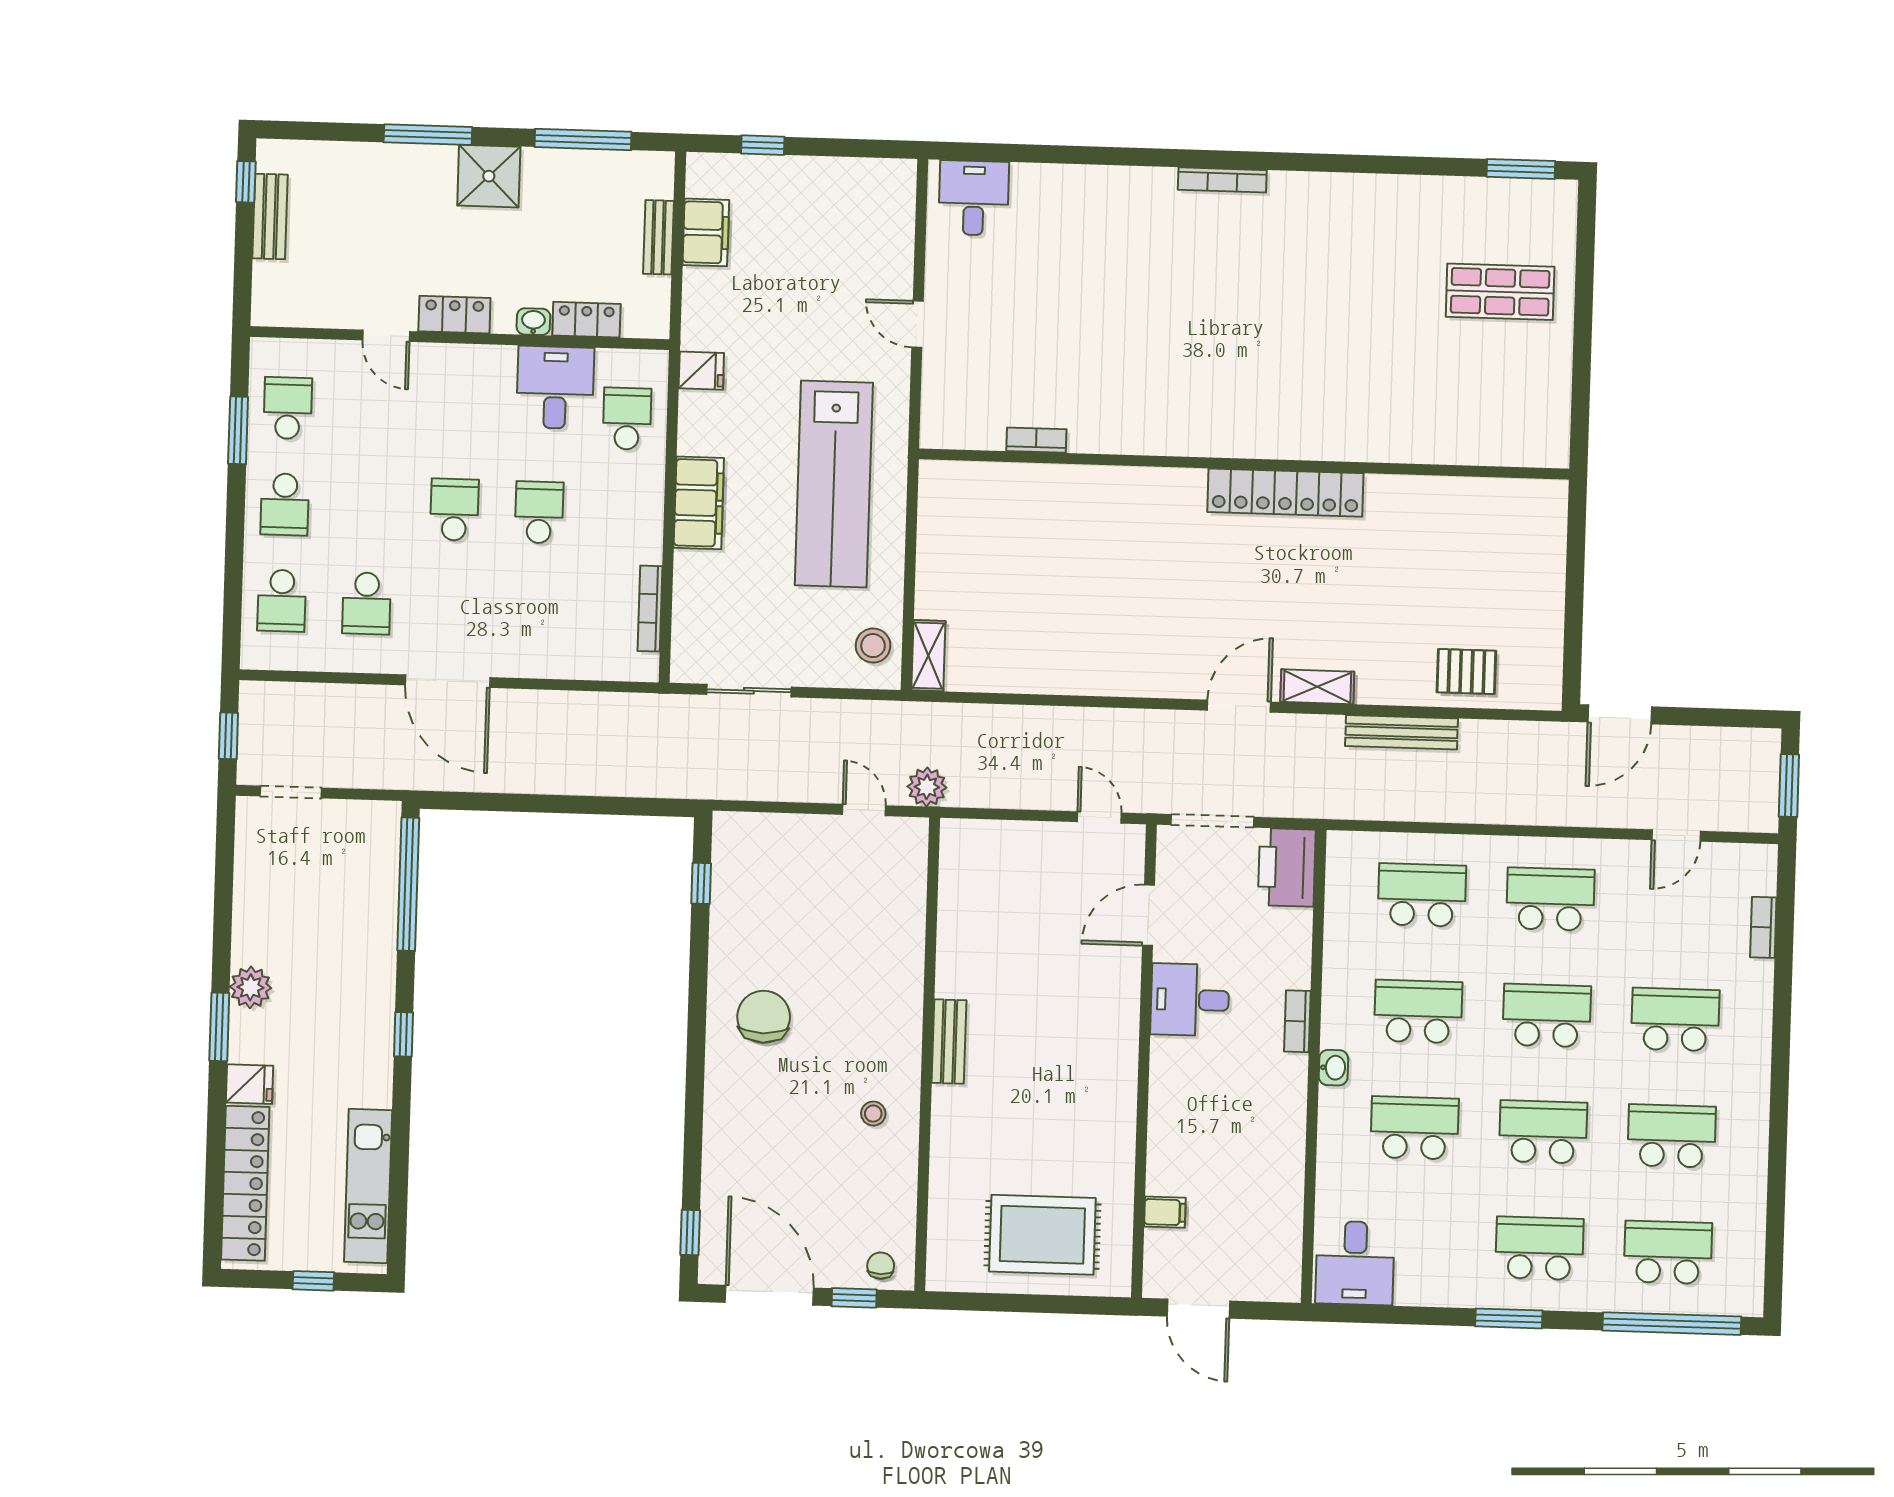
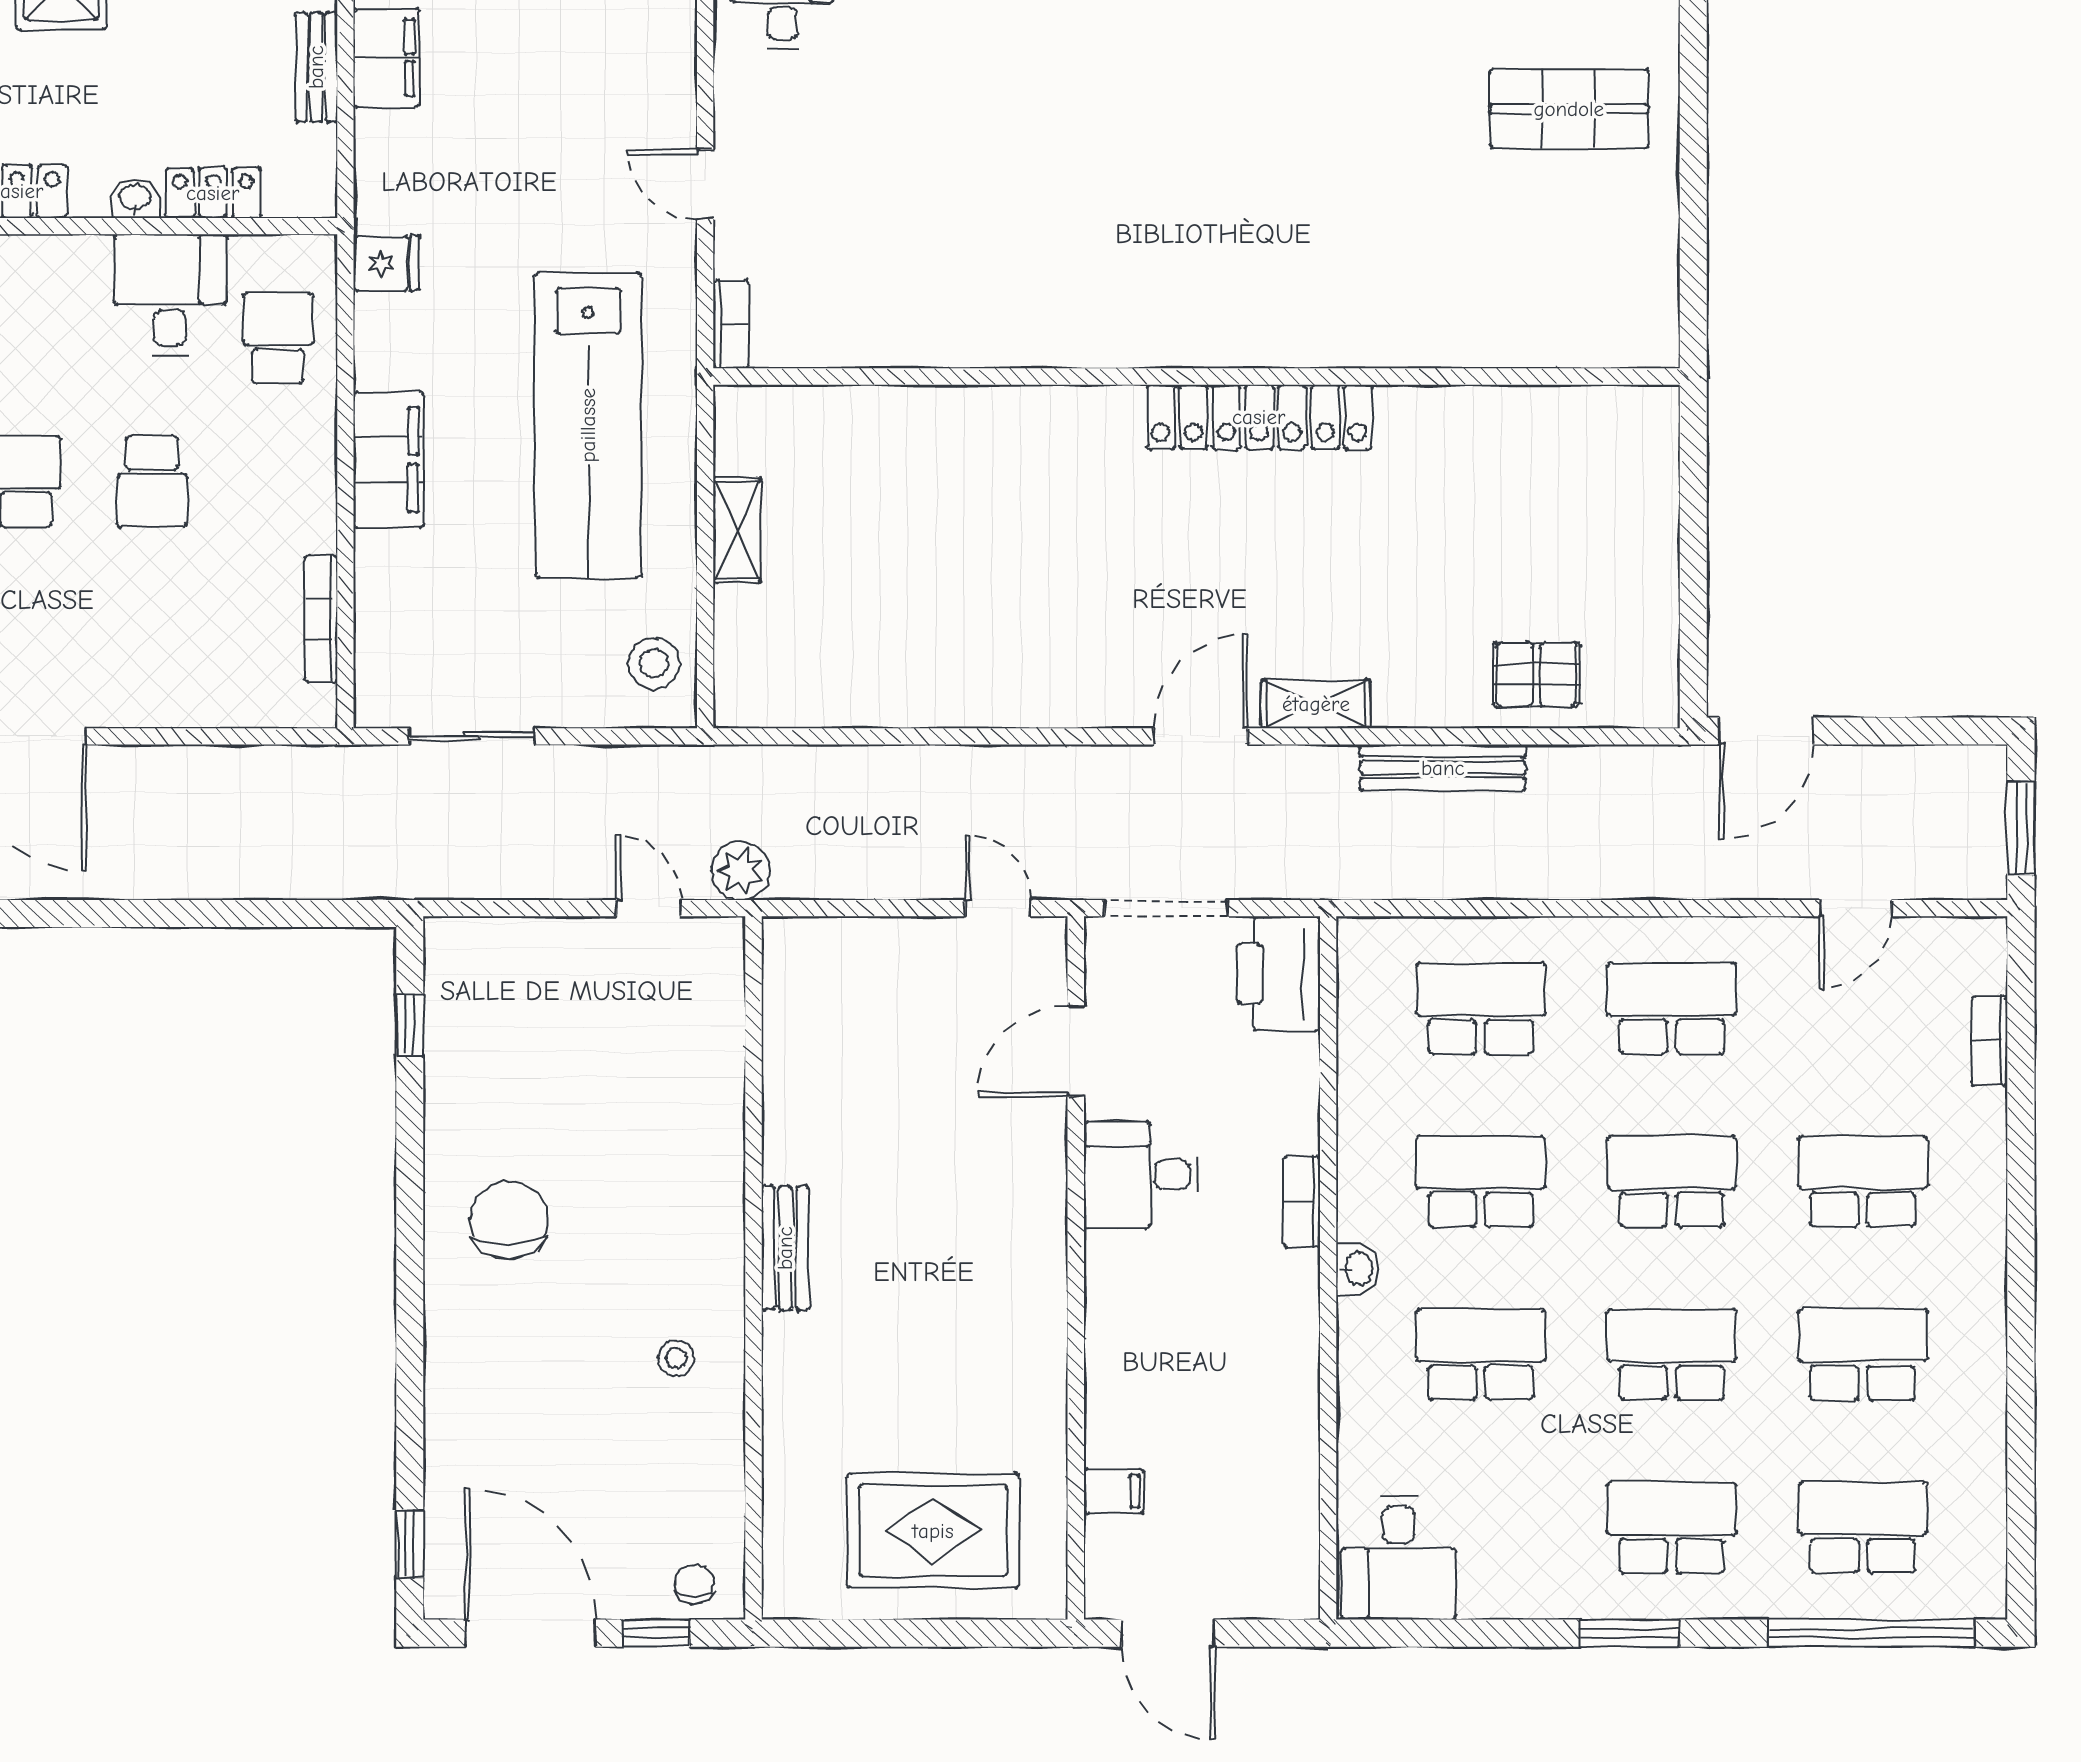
bookcase: (1036, 440) -> (731, 324), moved, turned 90
school desk: (539, 512) -> (152, 481), turned 180
shelving: (928, 656) -> (737, 530), moved

